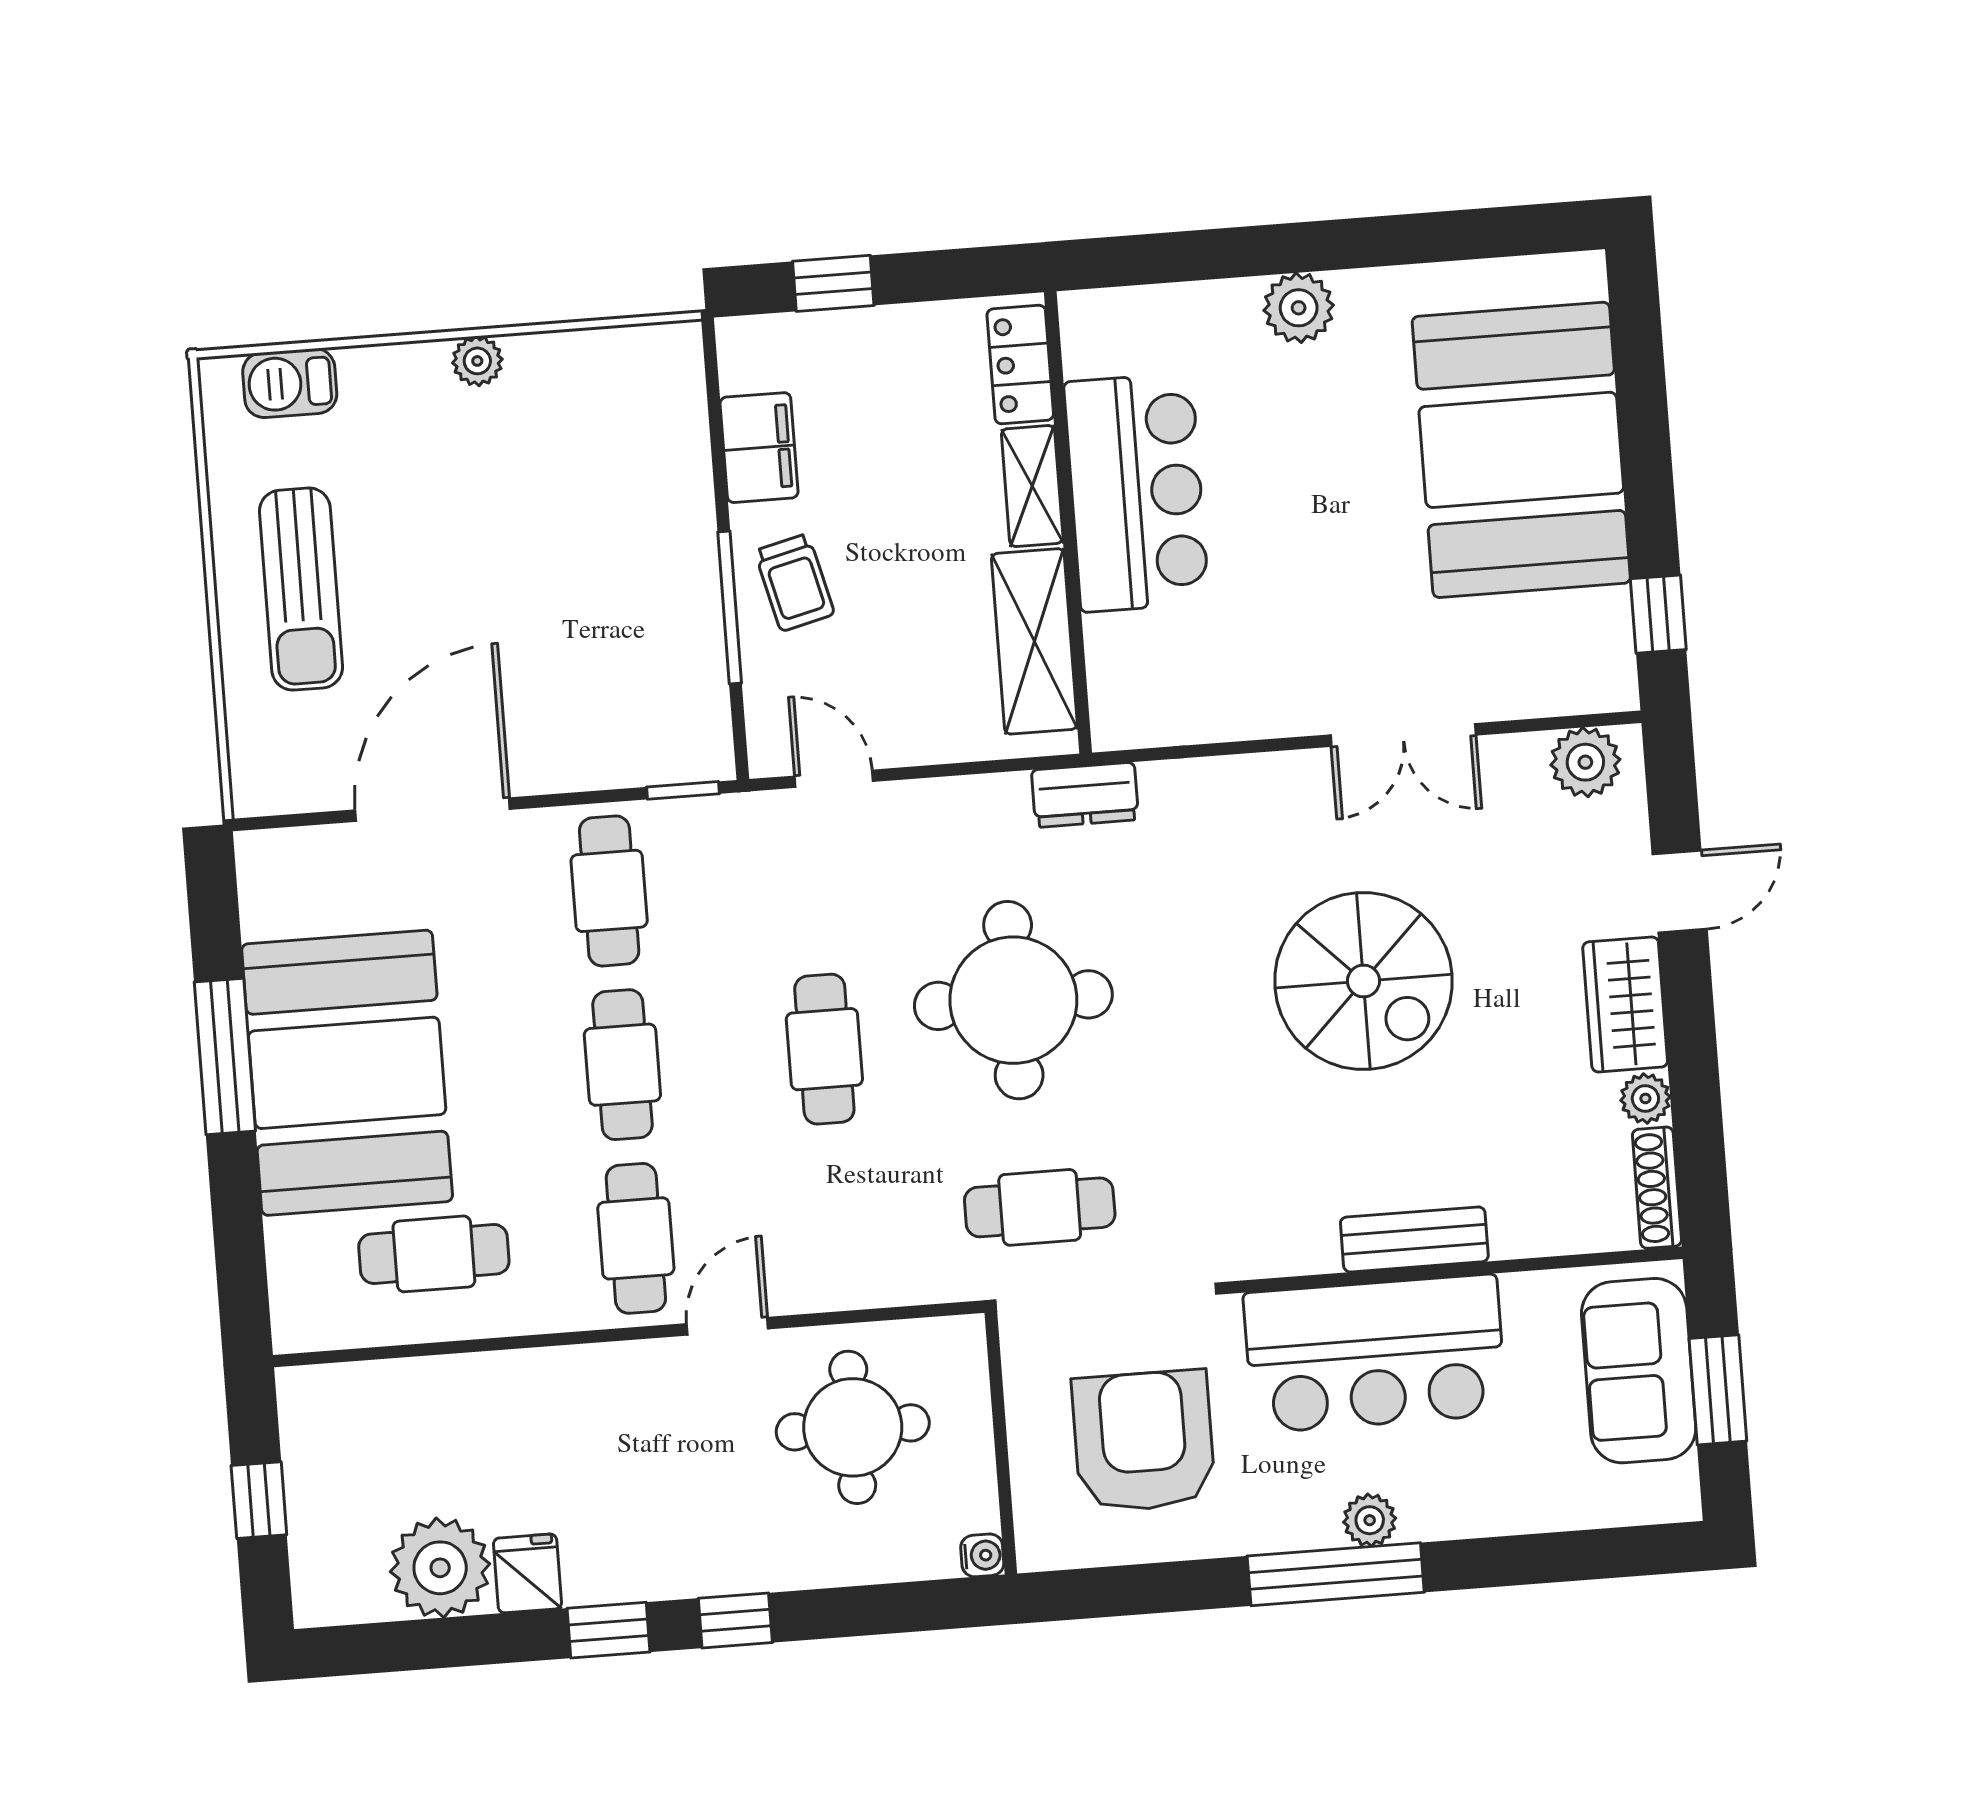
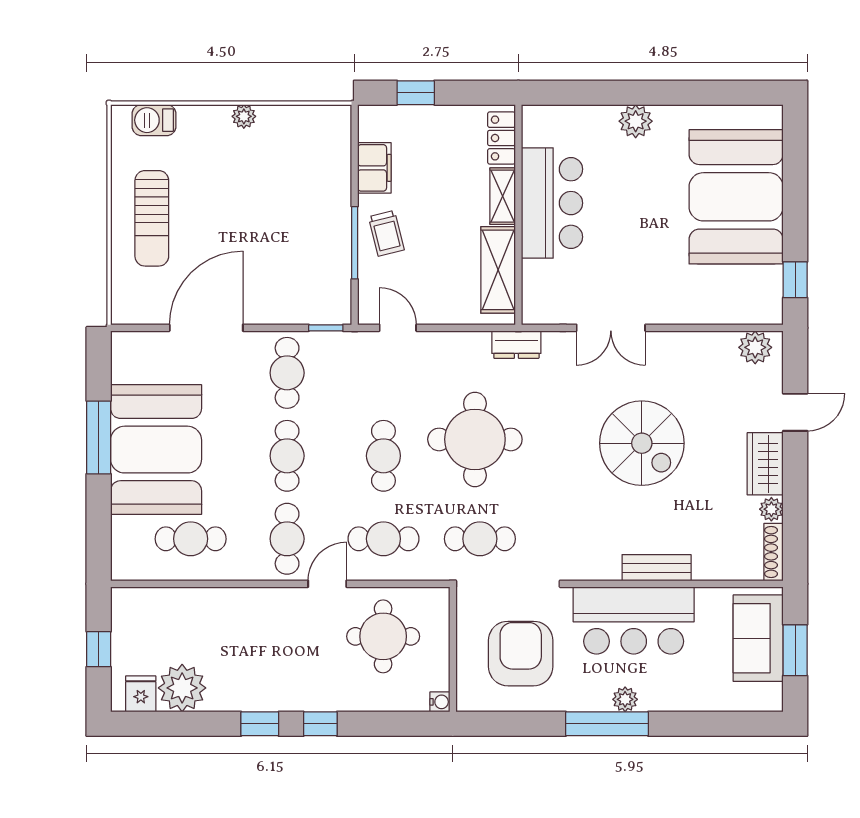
double door: (1403, 735) -> (611, 328), moved
cafe table: (838, 1223) -> (383, 539), added
fridge: (527, 1573) -> (141, 694), moved

